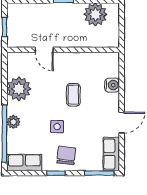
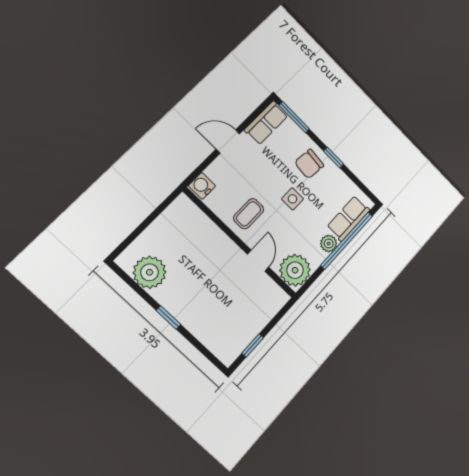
door: (44, 50) -> (258, 261), moved
wall: (63, 50) -> (240, 243), moved
row of seats: (24, 162) -> (348, 218), moved, turned 90

